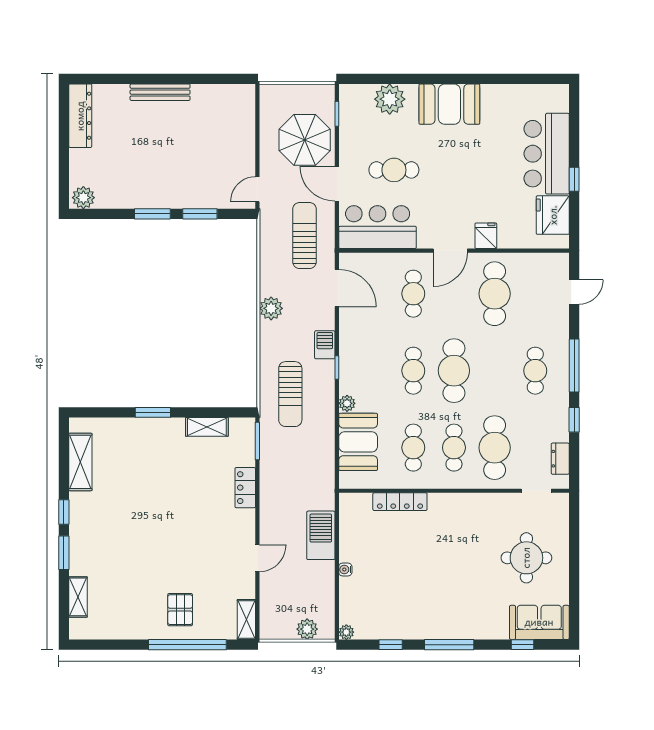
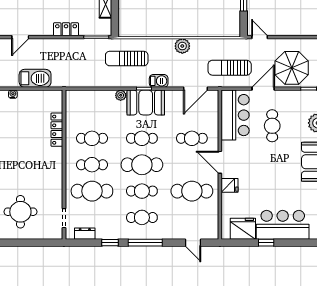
sun lounger: (304, 236) -> (230, 68), turned 180
cafe table: (495, 371) -> (142, 191), added
booth: (358, 442) -> (146, 103), moved
door: (257, 558) -> (20, 37), hinge flipped

